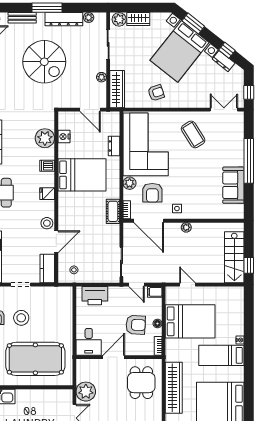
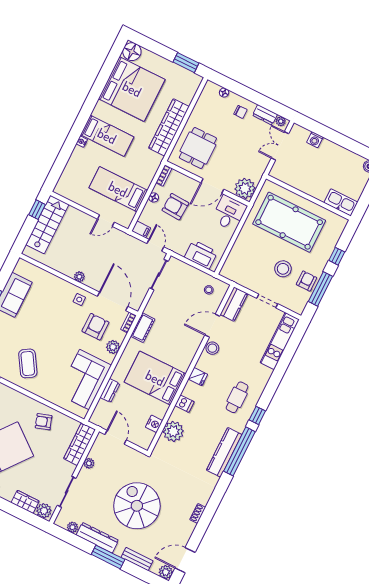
corner sofa: (146, 144) -> (84, 380), width x0.73, depth x0.74
door: (187, 285) -> (106, 221), hinge flipped
bed: (190, 321) -> (118, 189), width x0.67
plant: (86, 392) -> (245, 188), moved

